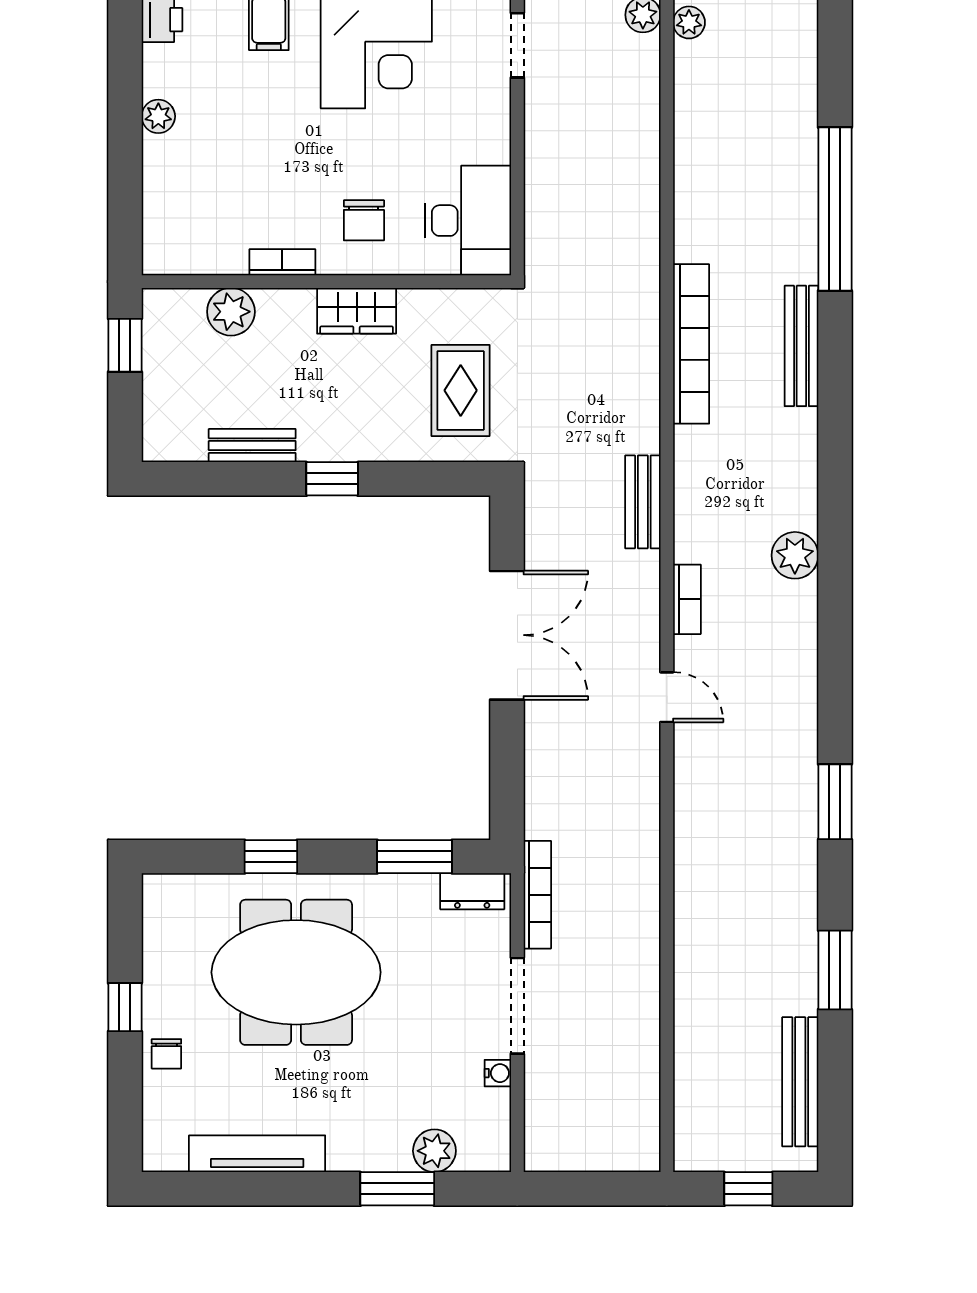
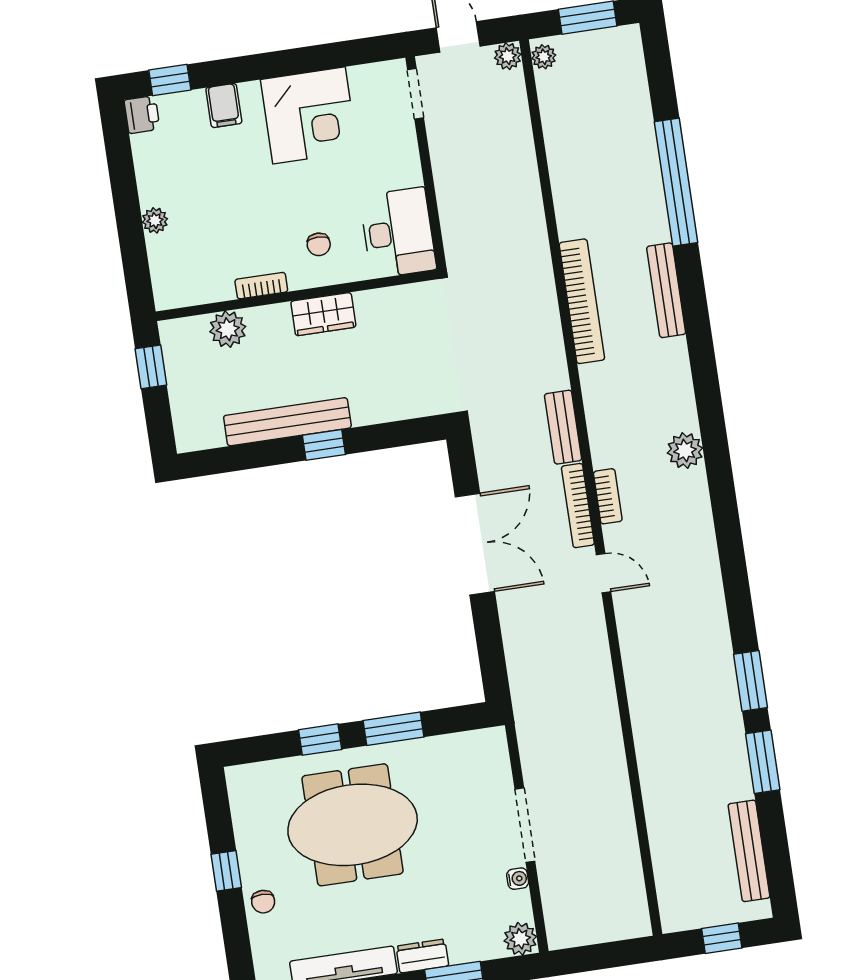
plant: (158, 116) -> (155, 220), moved
chair: (364, 220) -> (319, 244), width x0.73, depth x0.73
rug: (461, 390) -> (412, 363), removed
bench: (252, 446) -> (287, 422), width x1.86, depth x1.21
window: (835, 802) -> (751, 681), moved
window: (415, 857) -> (394, 729), moved
dresser: (472, 891) -> (422, 956), moved, turned 180
bookcase: (537, 895) -> (578, 506), moved, turned 180
plant: (434, 1151) -> (520, 939), moved

